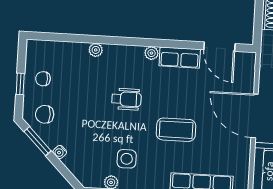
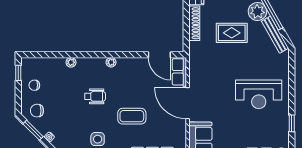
row of seats: (180, 58) -> (179, 72), moved, turned 90
window: (20, 84) -> (18, 73), moved

